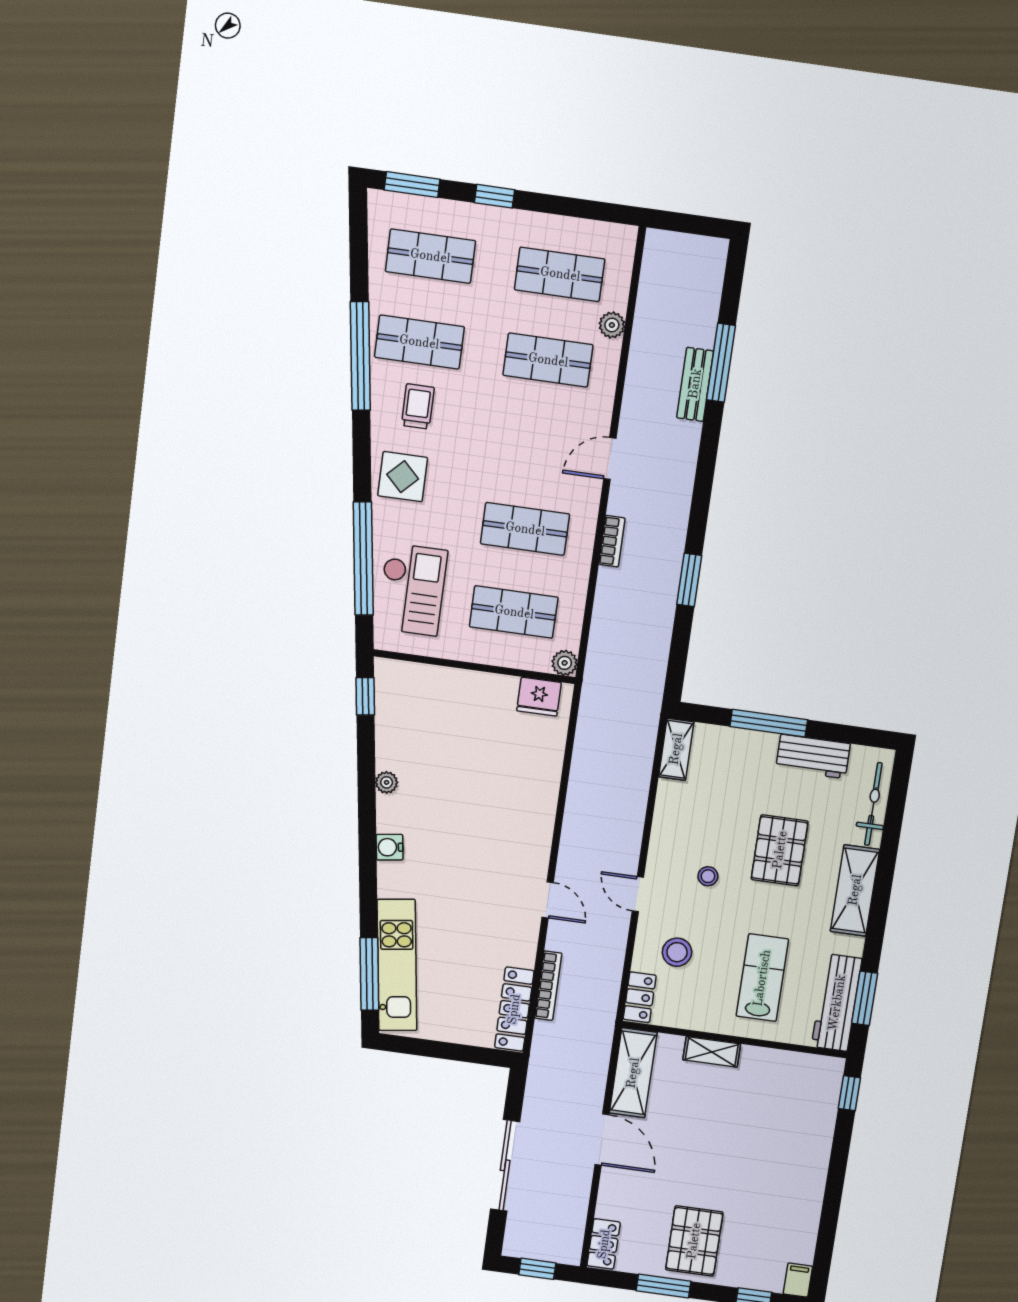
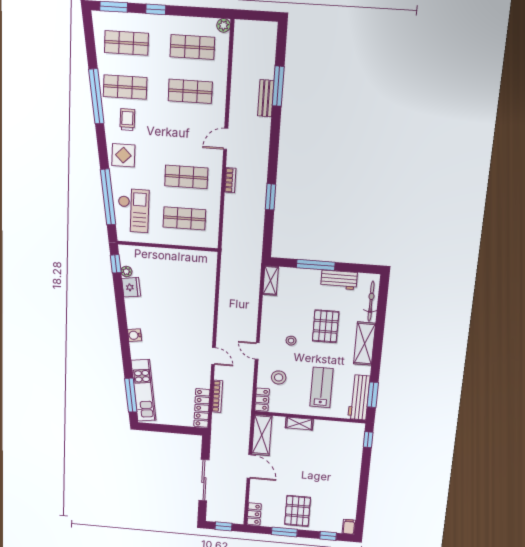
plant: (612, 325) -> (224, 25), moved
plant: (565, 663) -> (212, 242), removed
fridge: (539, 697) -> (131, 287), moved, turned -98
plant: (387, 782) -> (126, 271), moved

